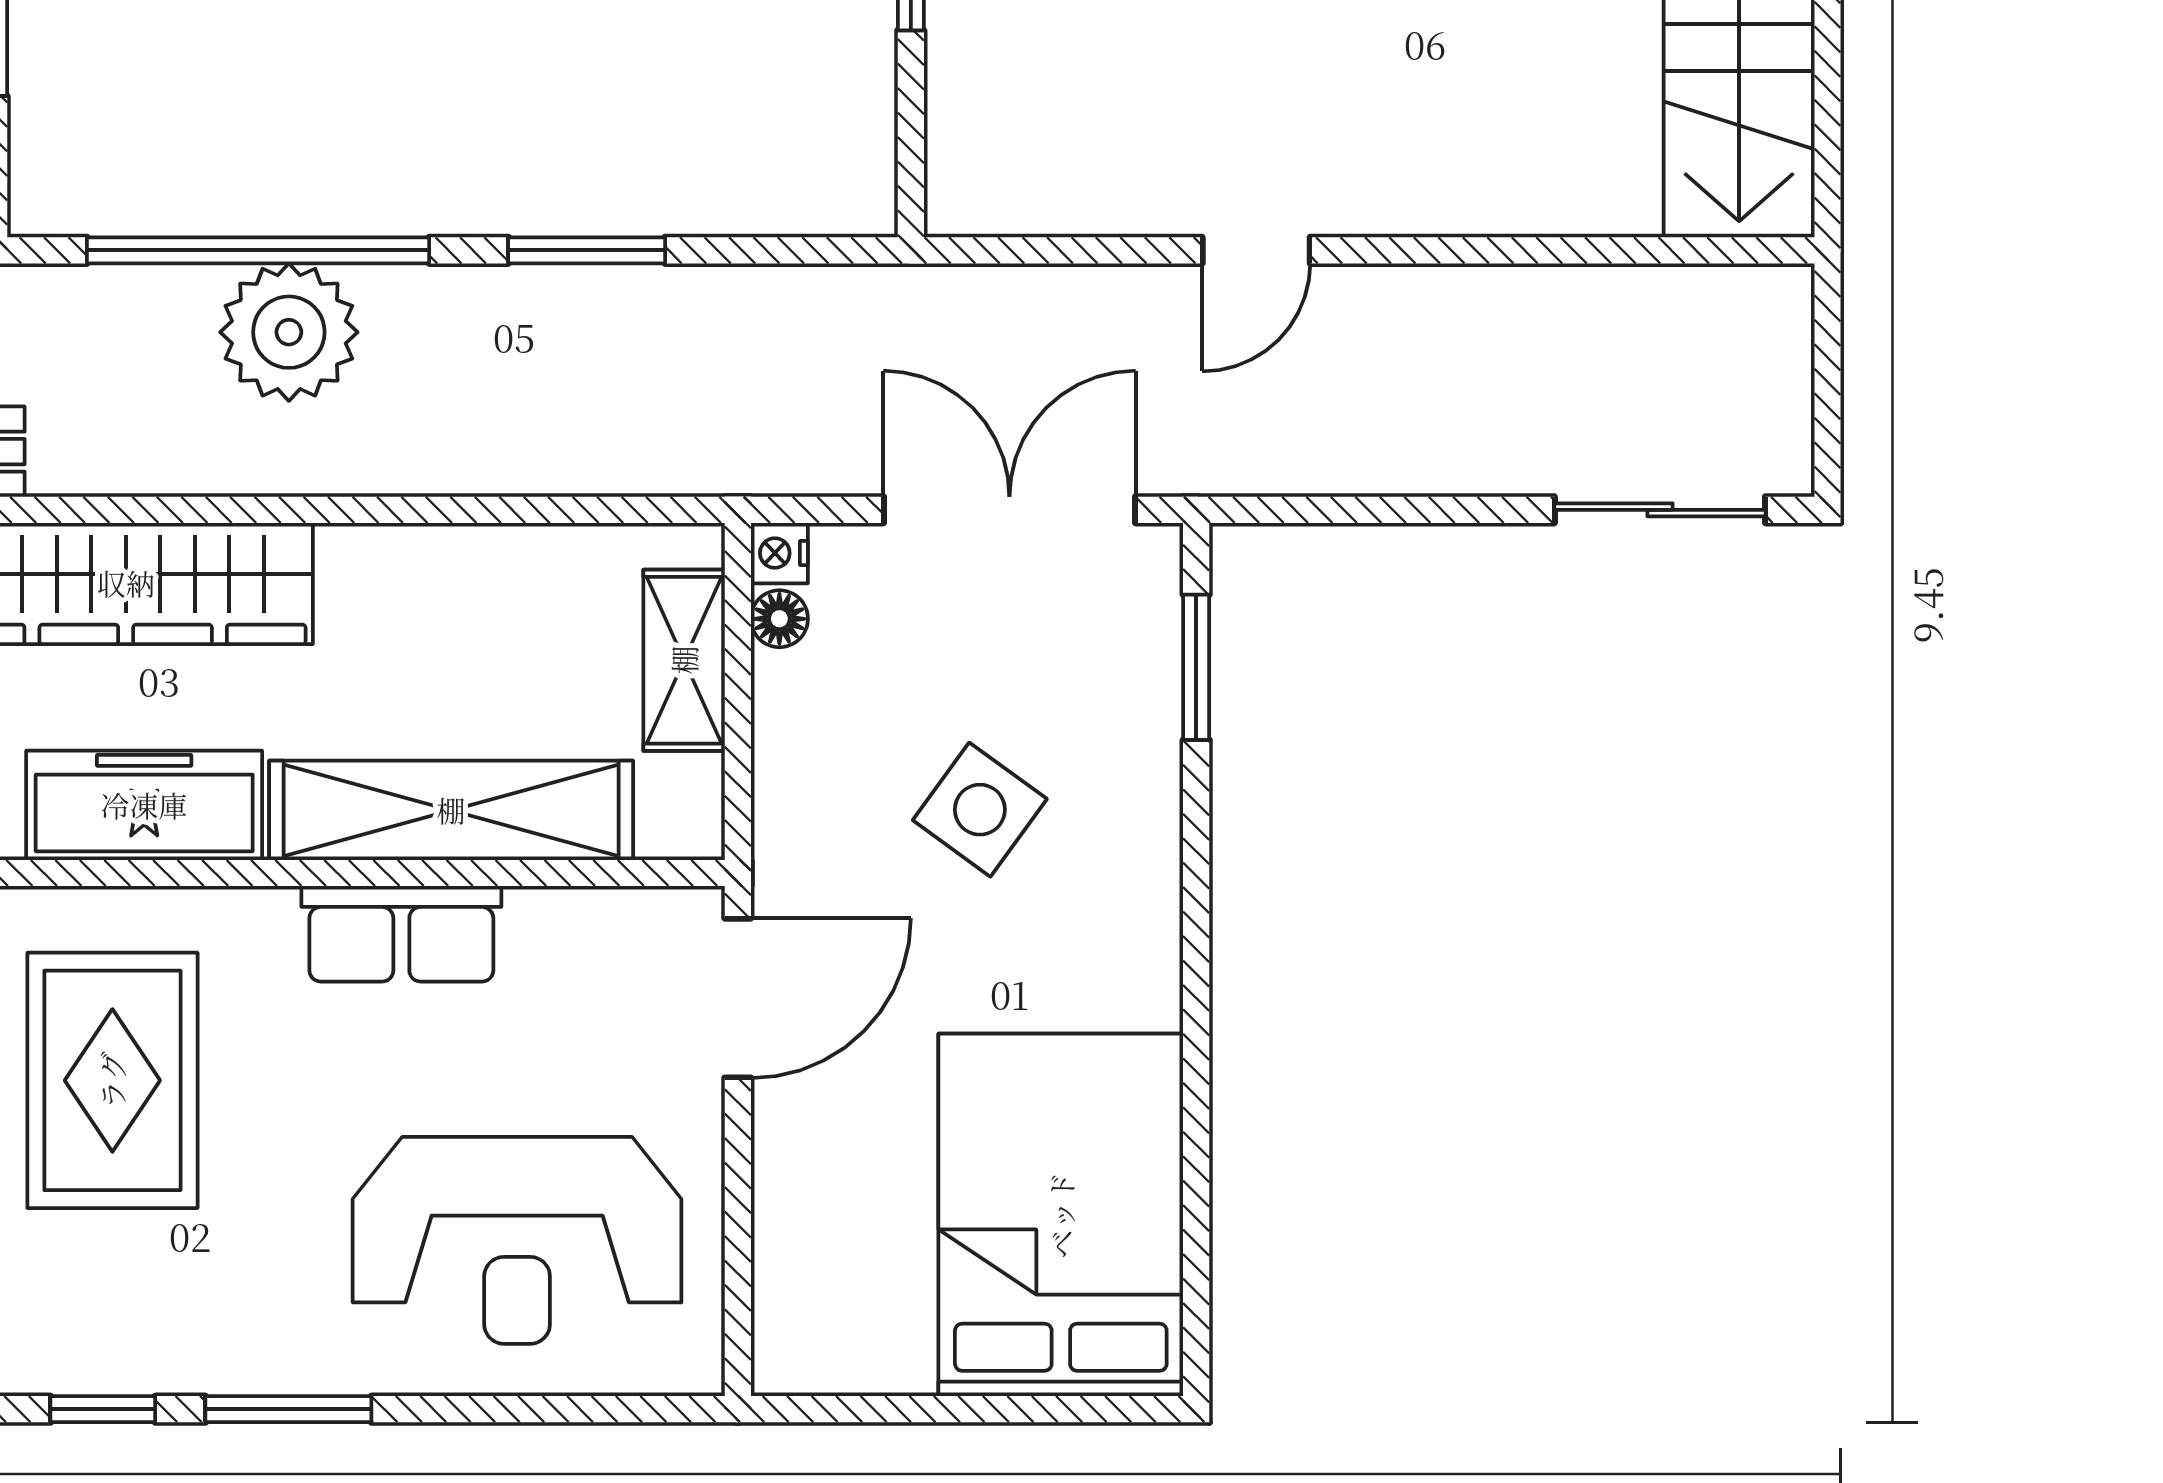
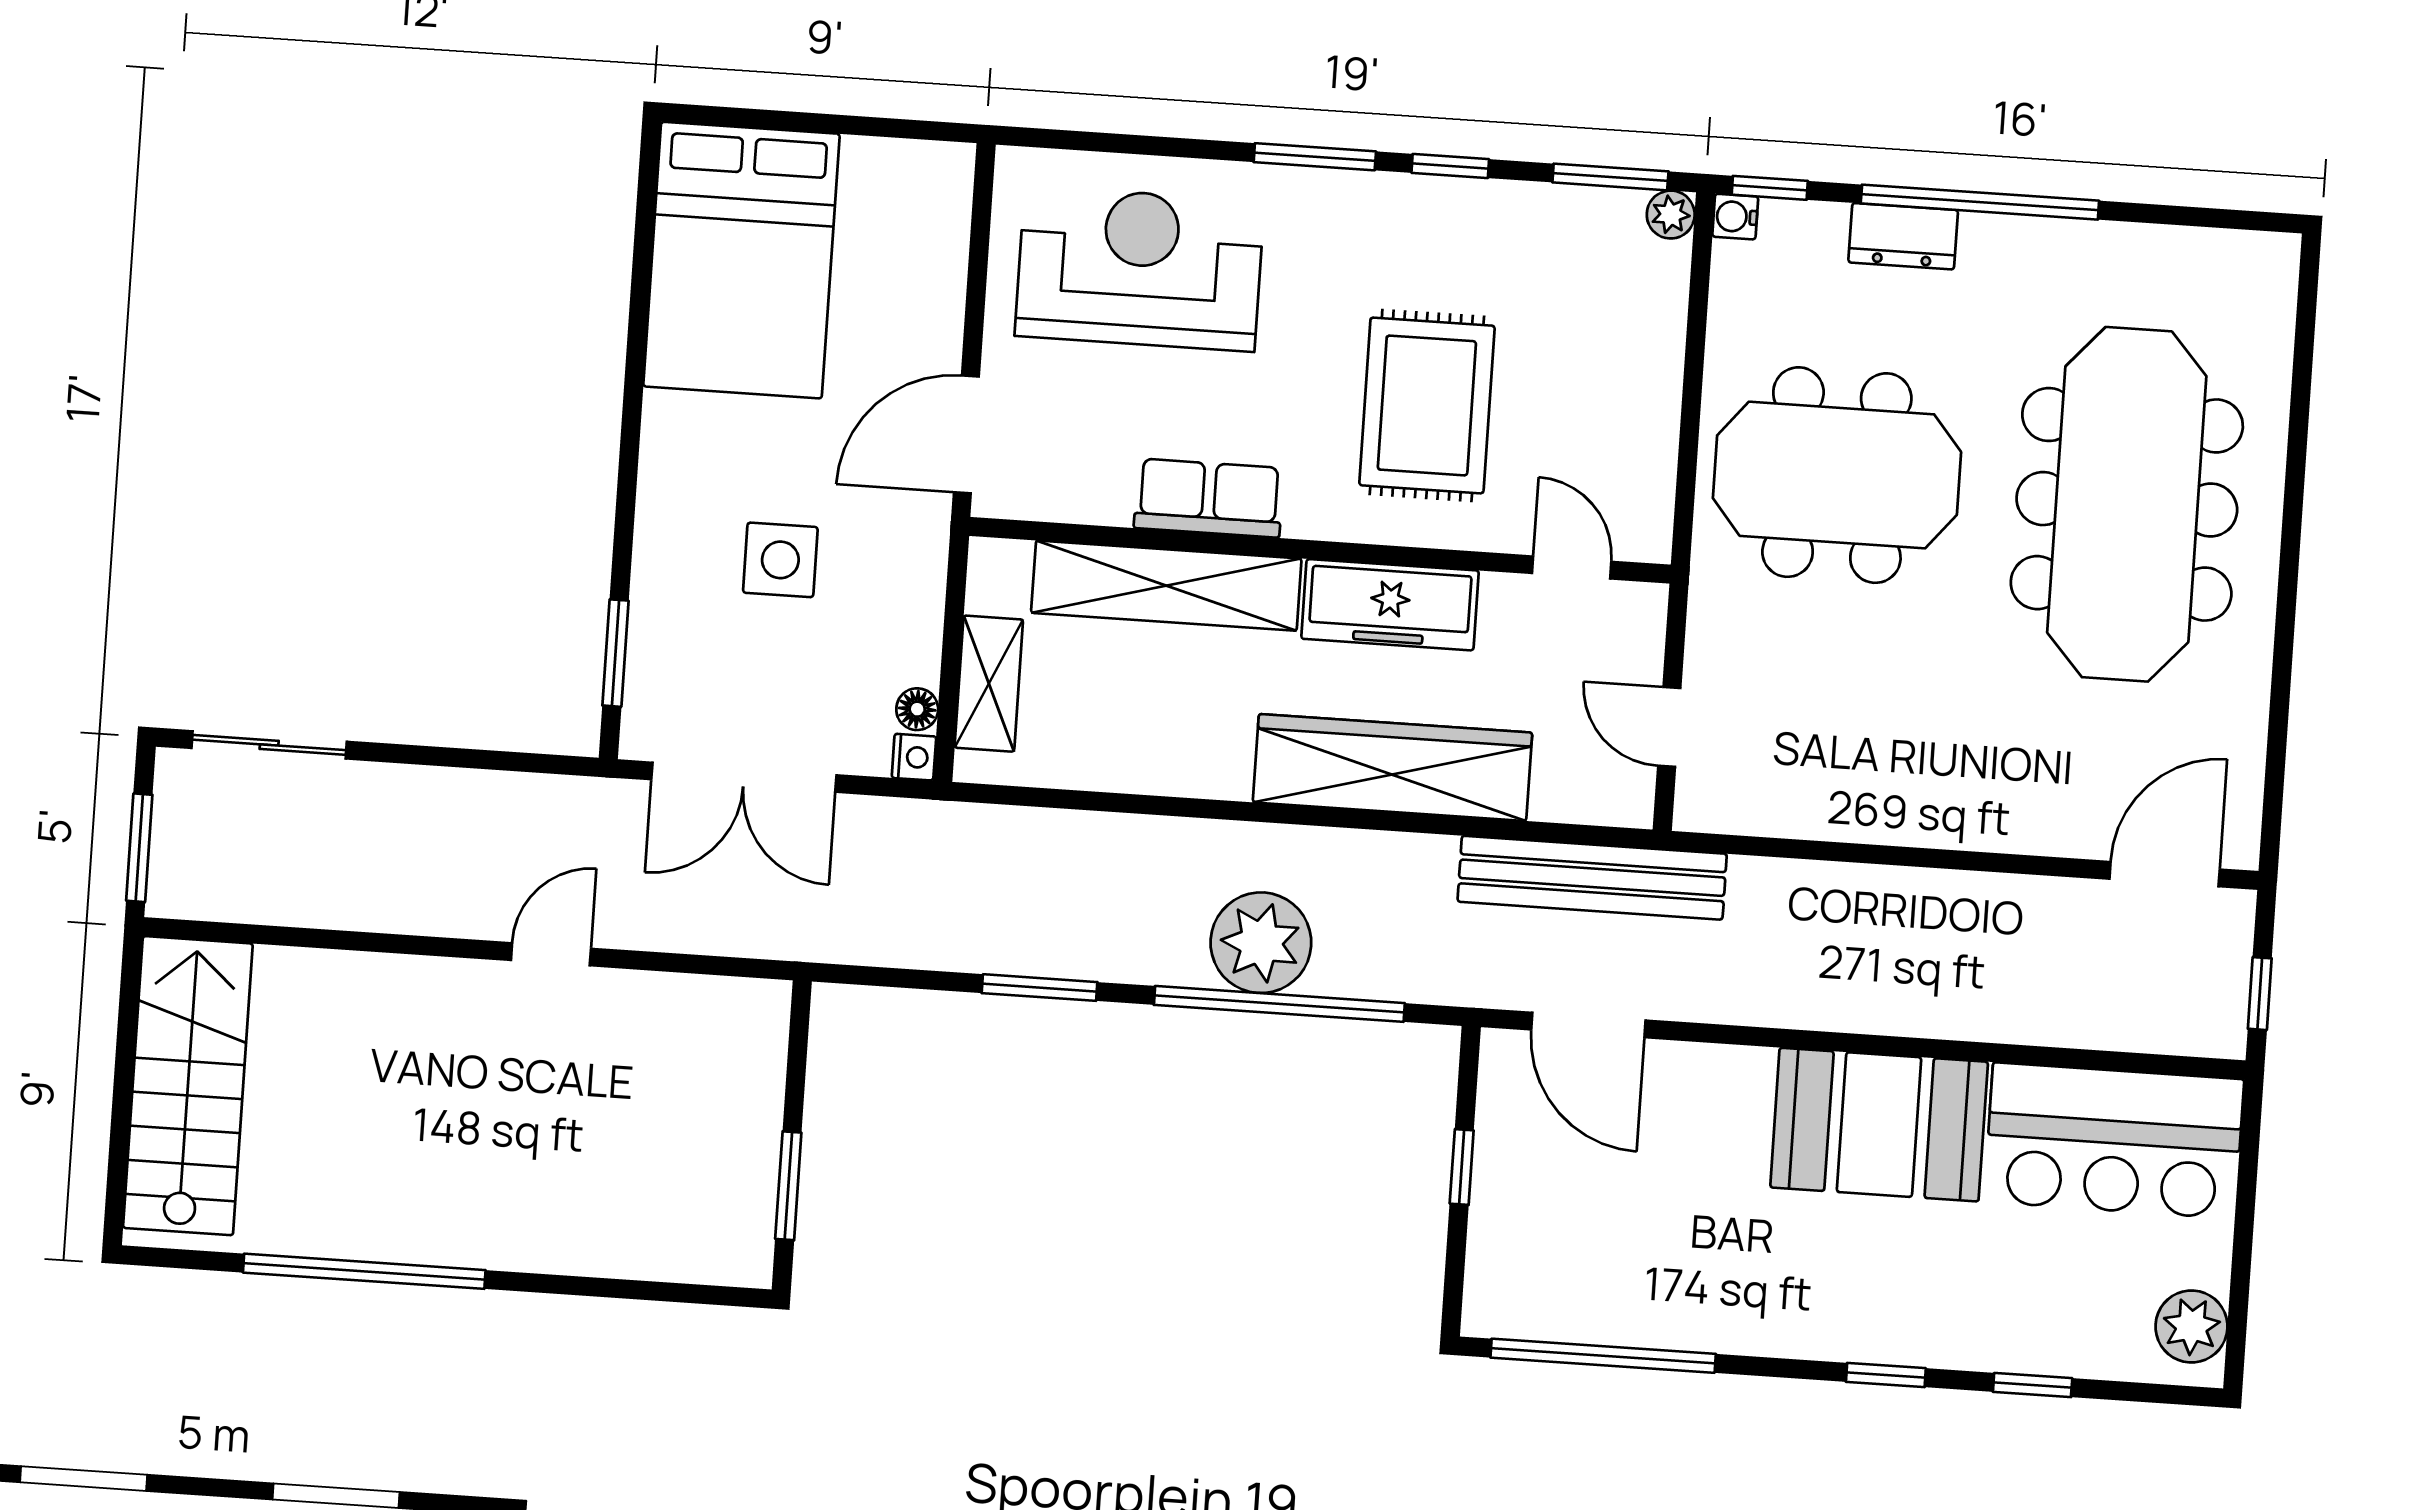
window: (1827, 357) -> (139, 848), added
side table: (980, 810) -> (780, 560), turned -36

